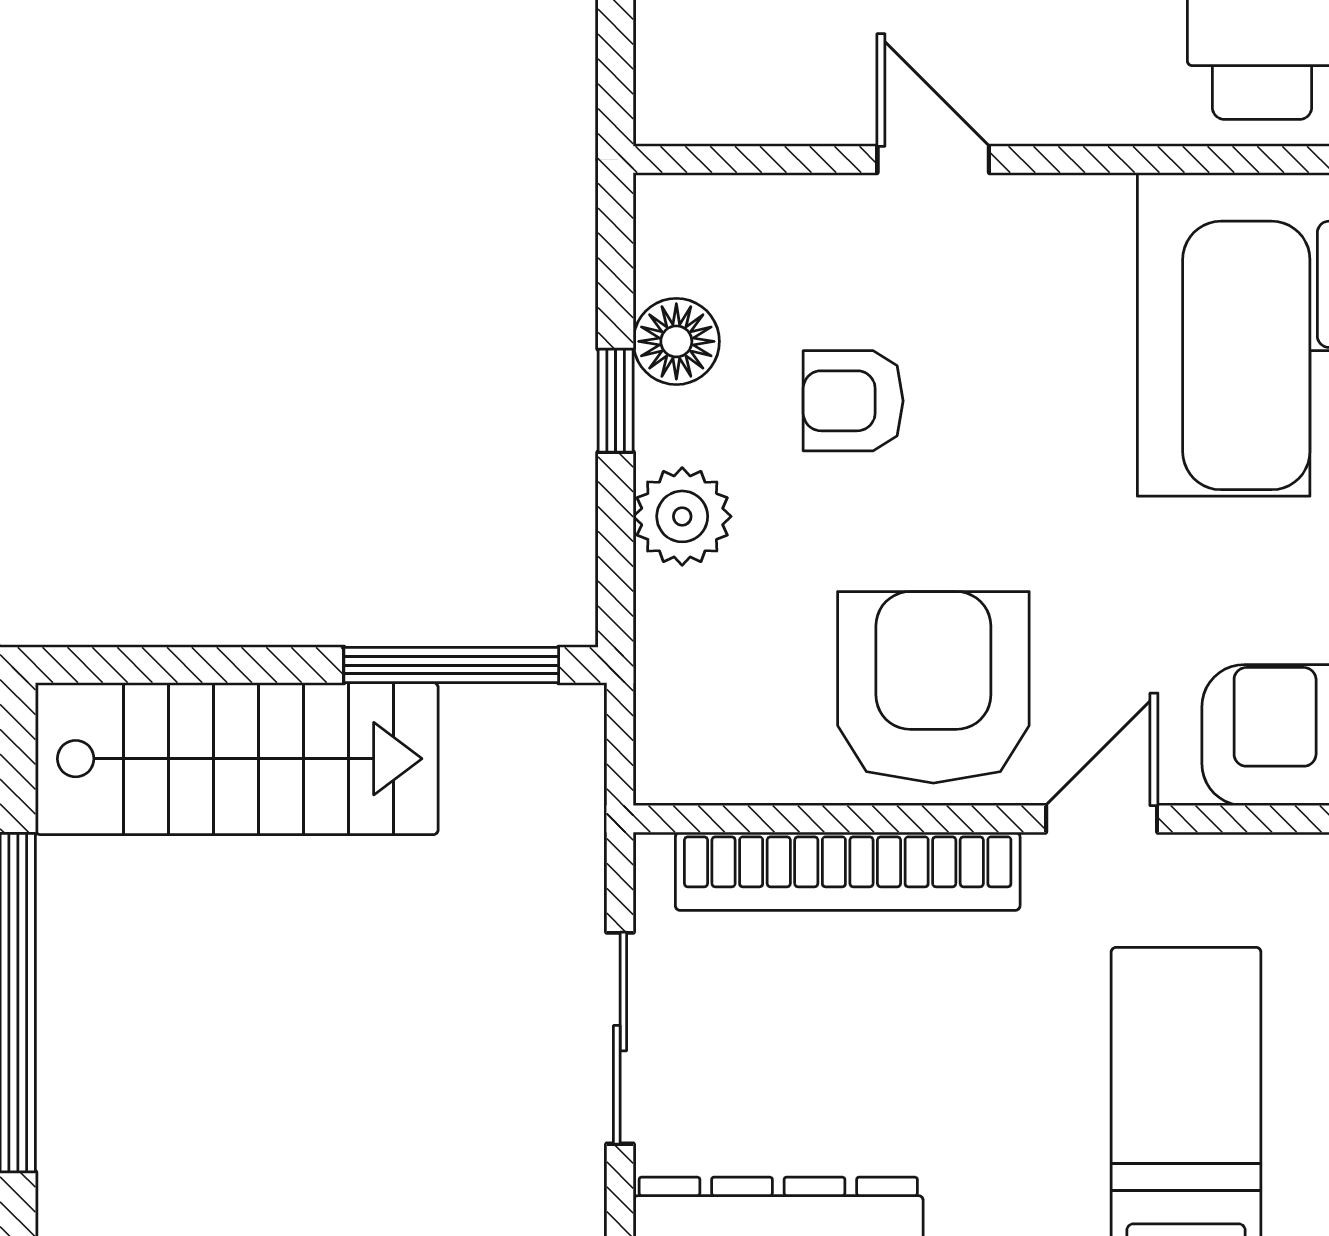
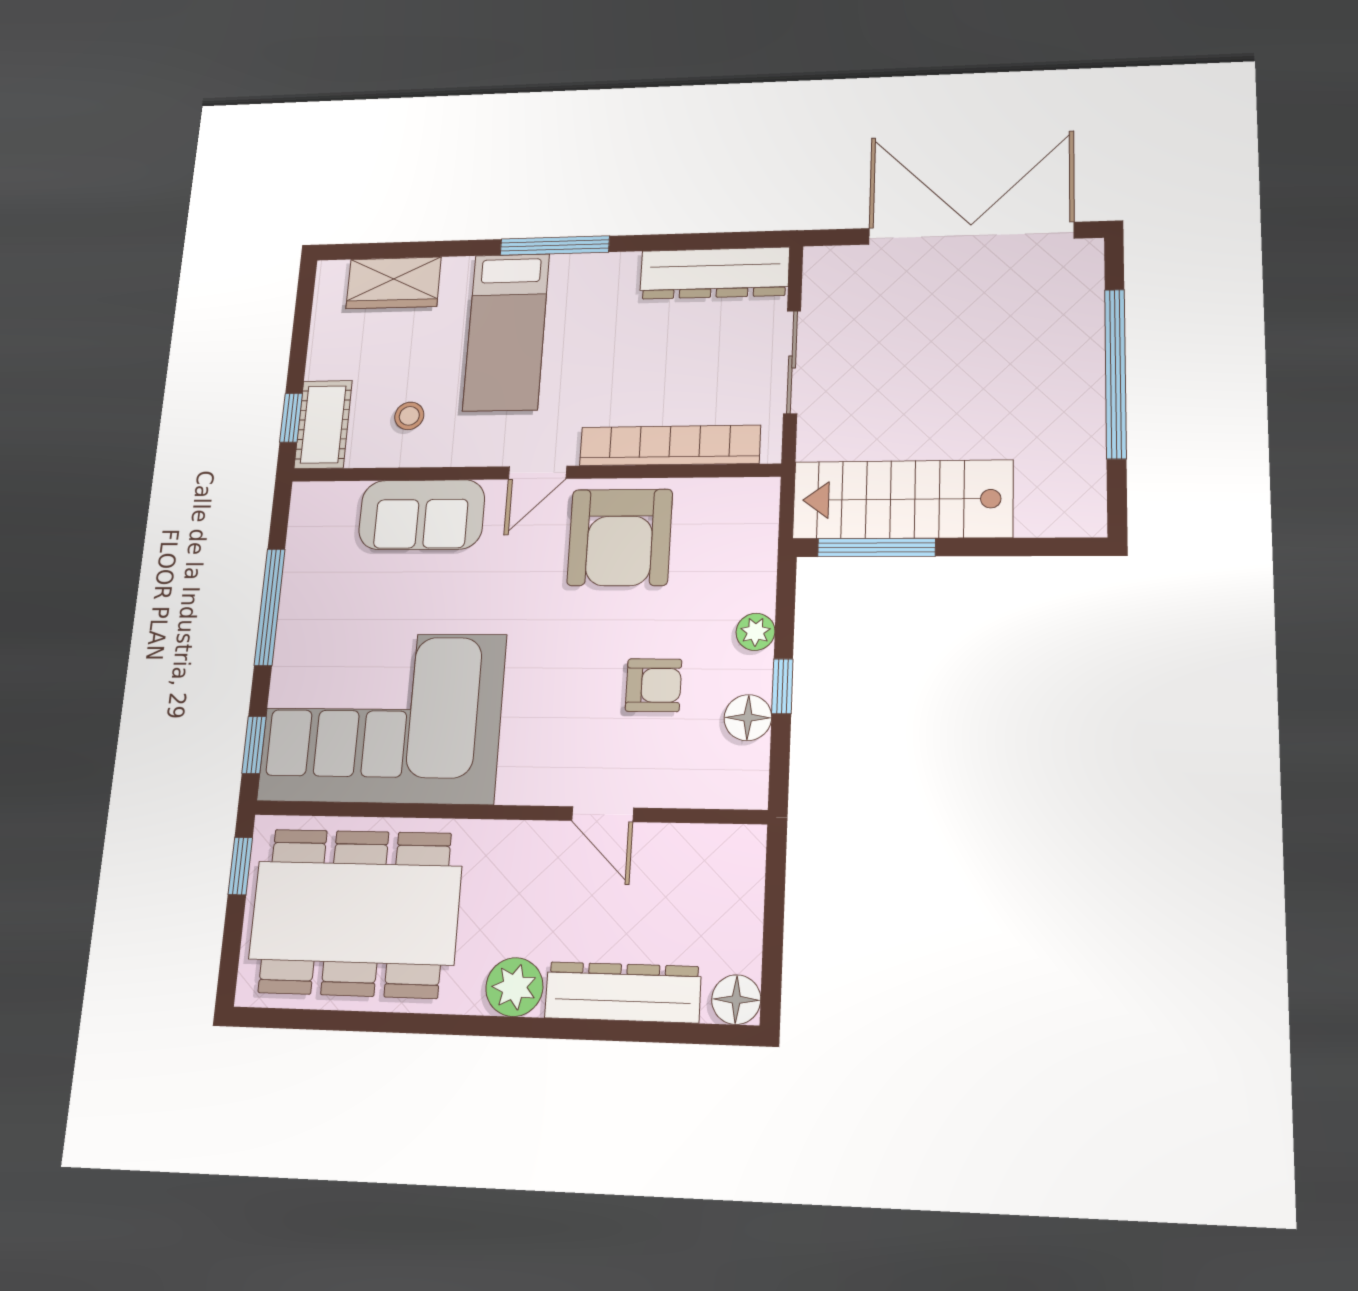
plant: (682, 516) -> (755, 632), width x0.73, depth x0.73
stairs: (237, 759) -> (902, 499), moved

